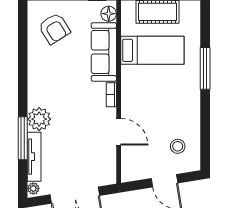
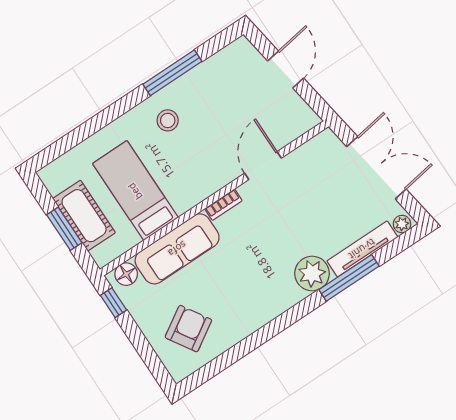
window: (205, 68) -> (172, 73), moved
stool: (178, 146) -> (168, 120), moved

